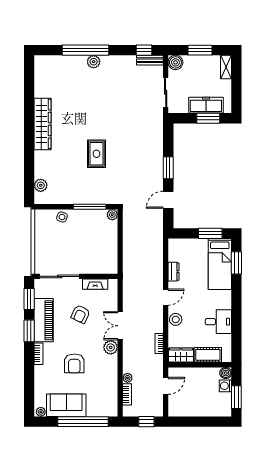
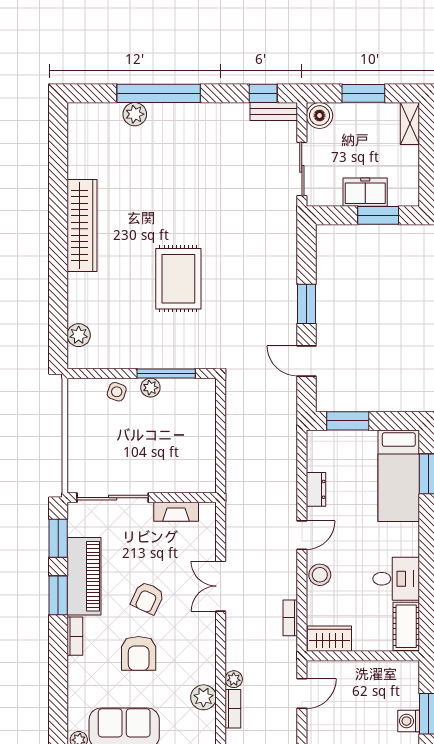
plant: (94, 62) -> (135, 114), moved
freezer: (206, 105) -> (365, 192), width x0.71
rug: (96, 154) -> (178, 279), width x1.36, depth x1.43
door: (168, 200) -> (306, 361), hinge flipped
plant: (112, 215) -> (150, 388), moved
window: (210, 233) -> (348, 421), moved
armchair: (80, 314) -> (148, 598), moved
plant: (111, 347) -> (203, 697), moved
cot: (208, 355) -> (406, 626), moved, turned 90
boiler: (226, 373) -> (409, 671), removed
washing machine: (225, 386) -> (409, 721), moved

